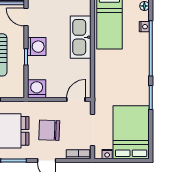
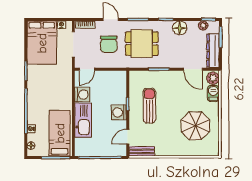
door: (26, 17) -> (128, 137), swing flipped
washing machine: (37, 89) -> (82, 94), moved, turned -90
chair: (49, 130) -> (109, 44), turned 88

